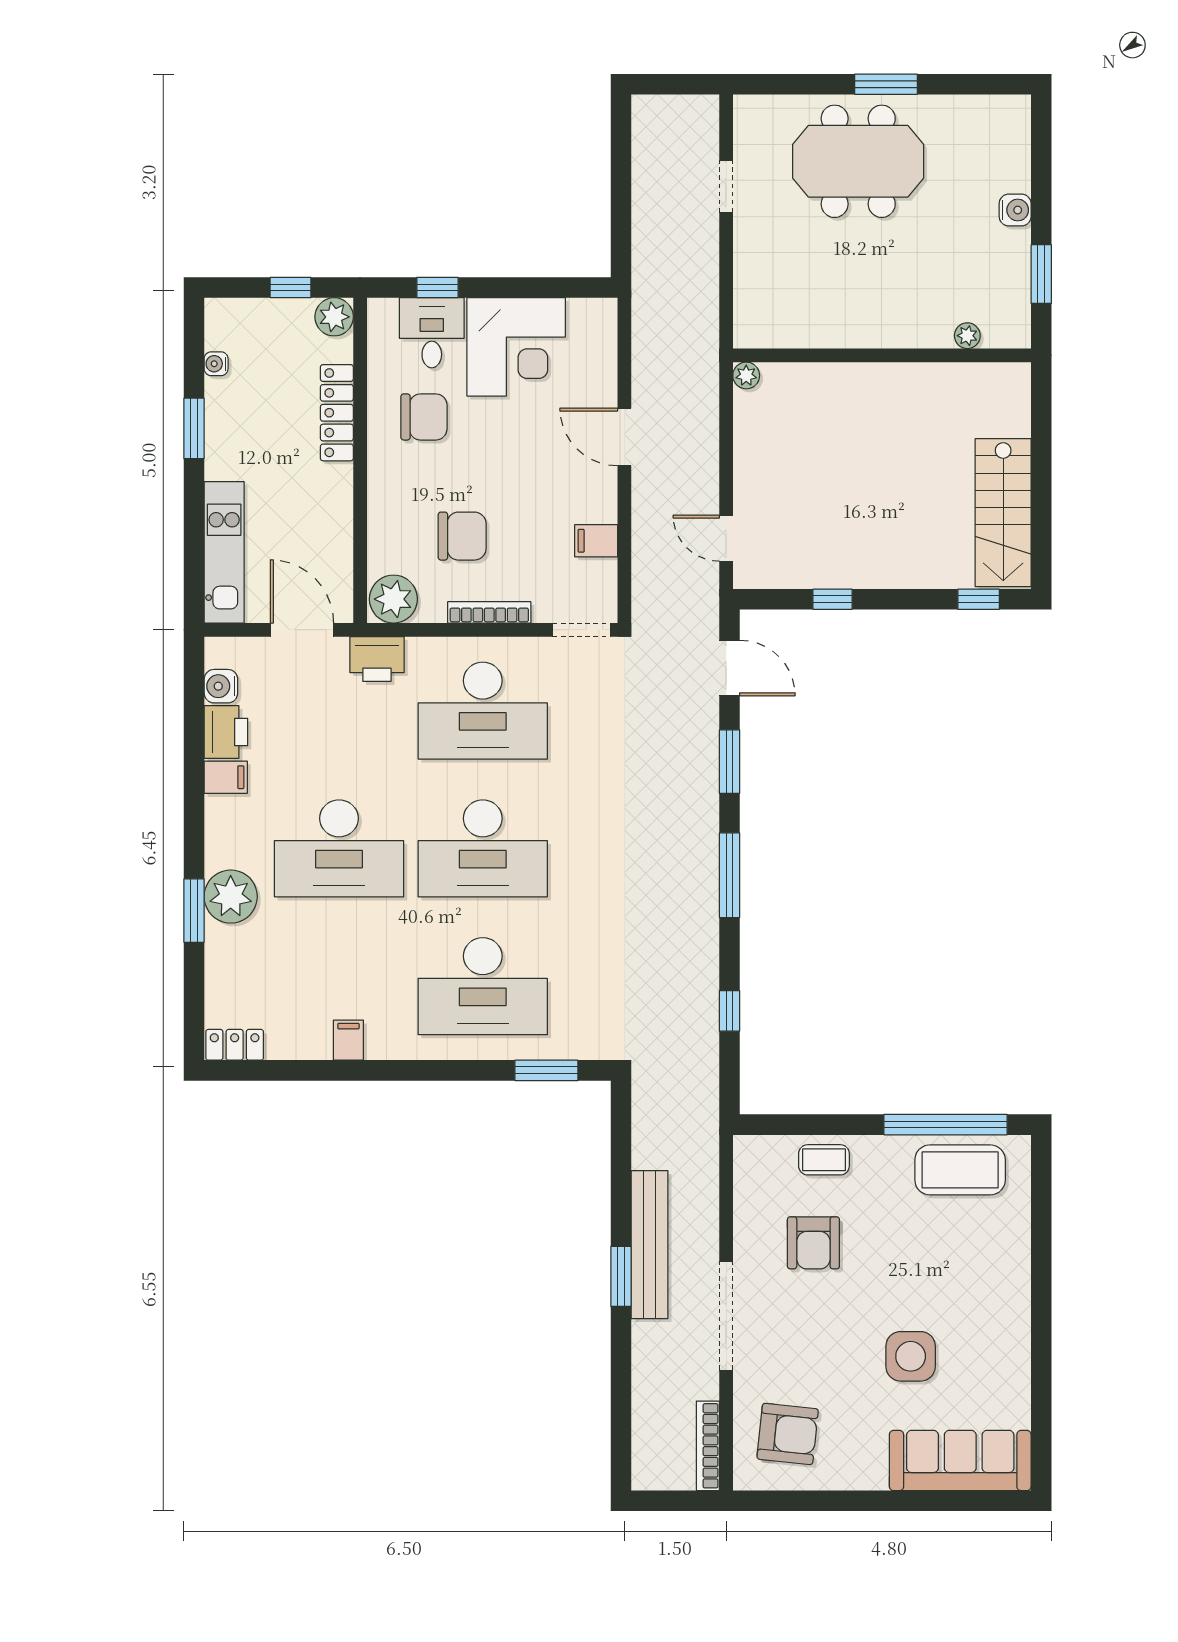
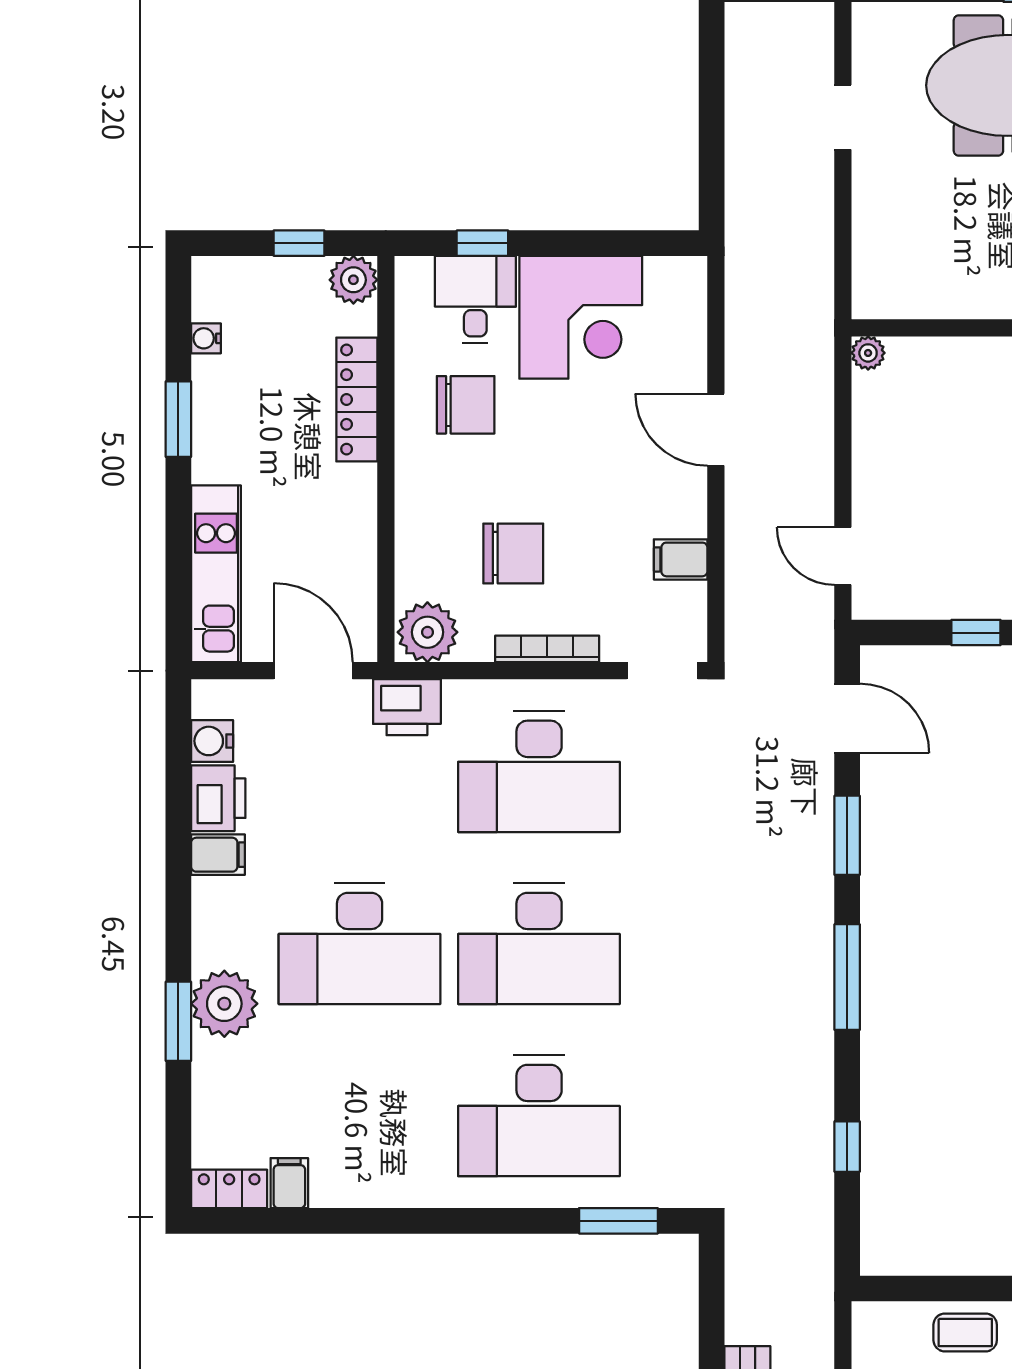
filing cabinet: (348, 1040) -> (289, 1183), moved

